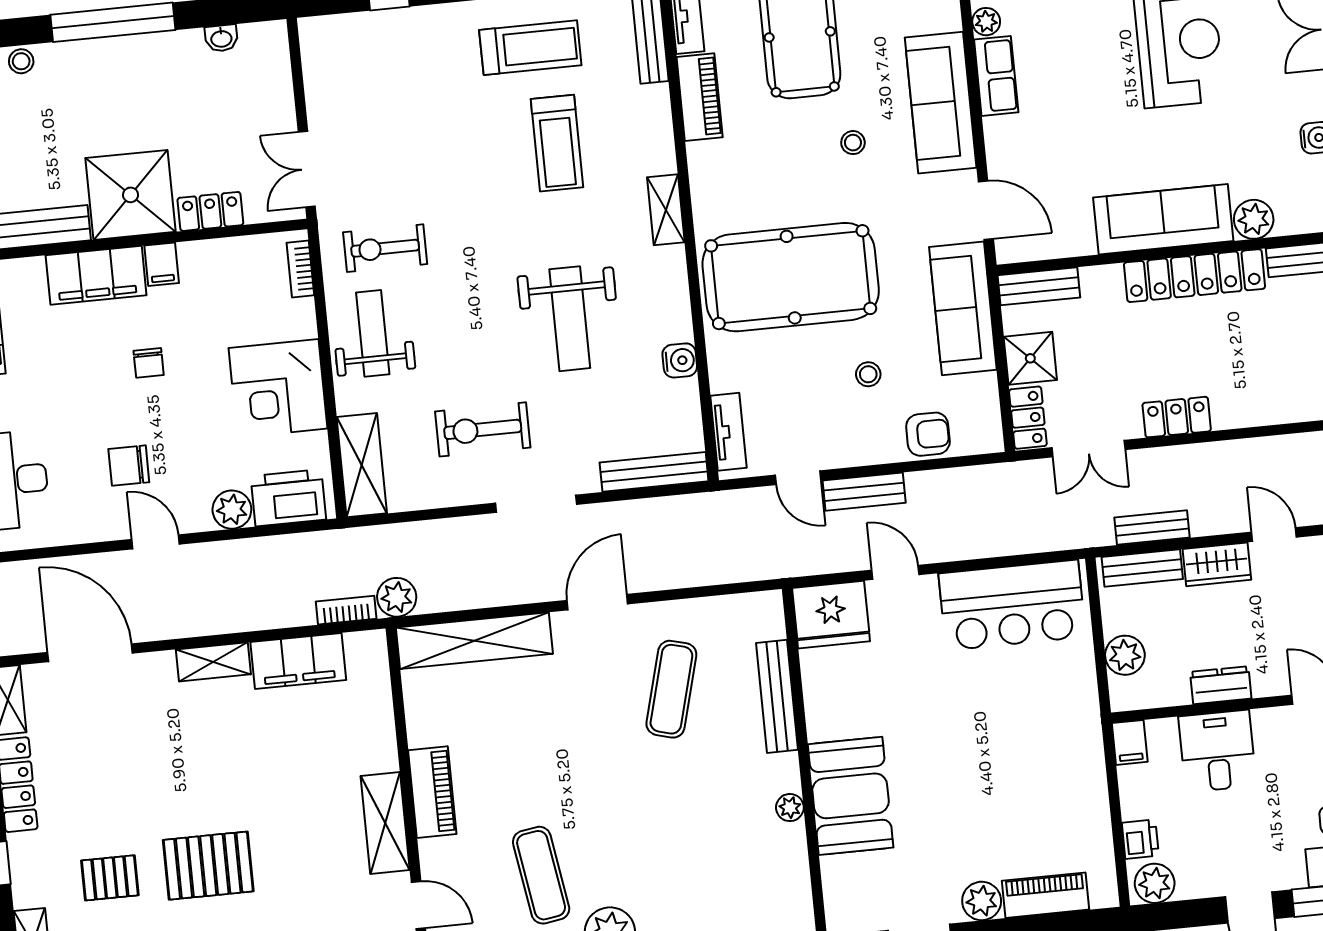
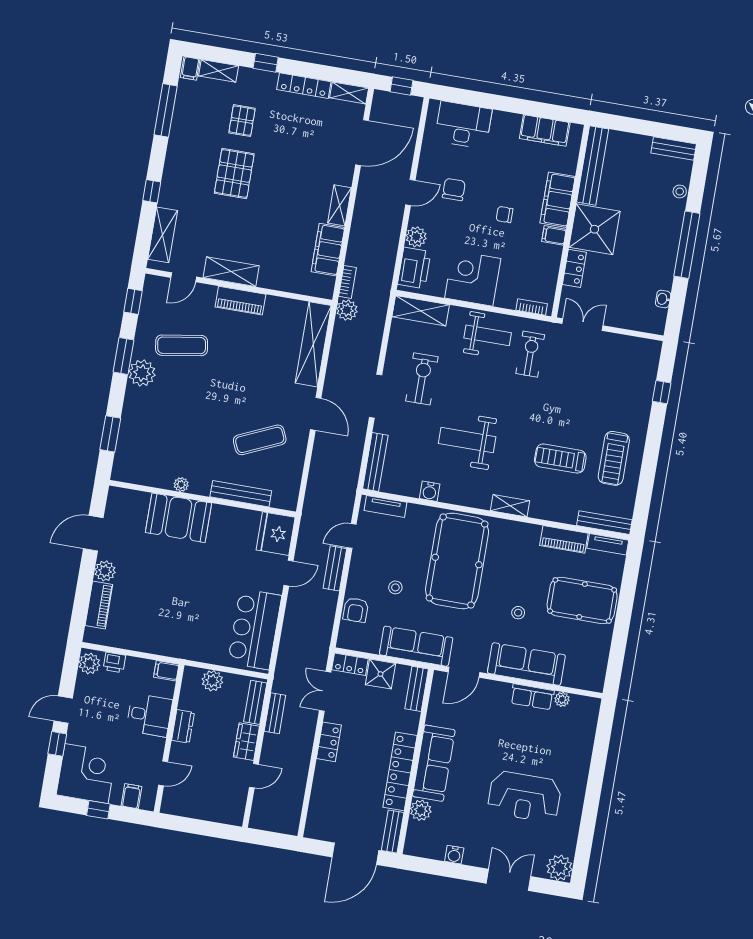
exercise mat: (671, 689) -> (260, 440), turned -39

